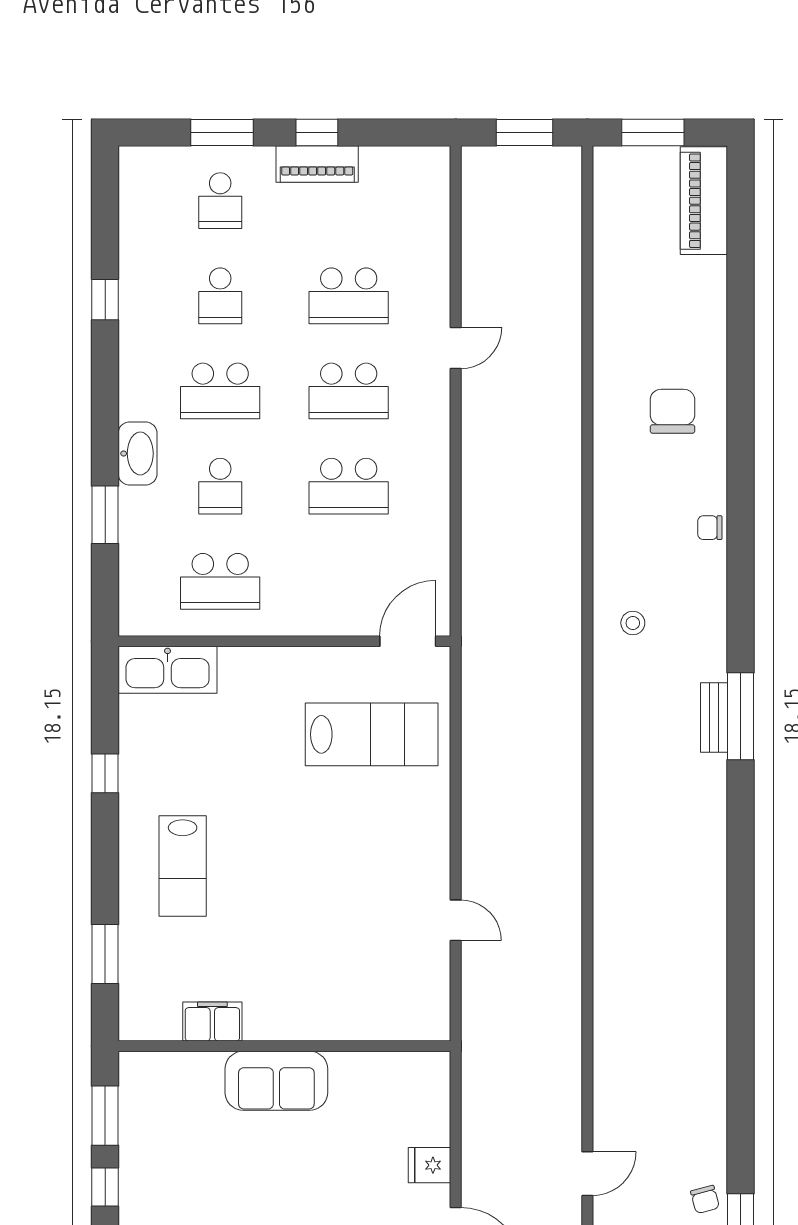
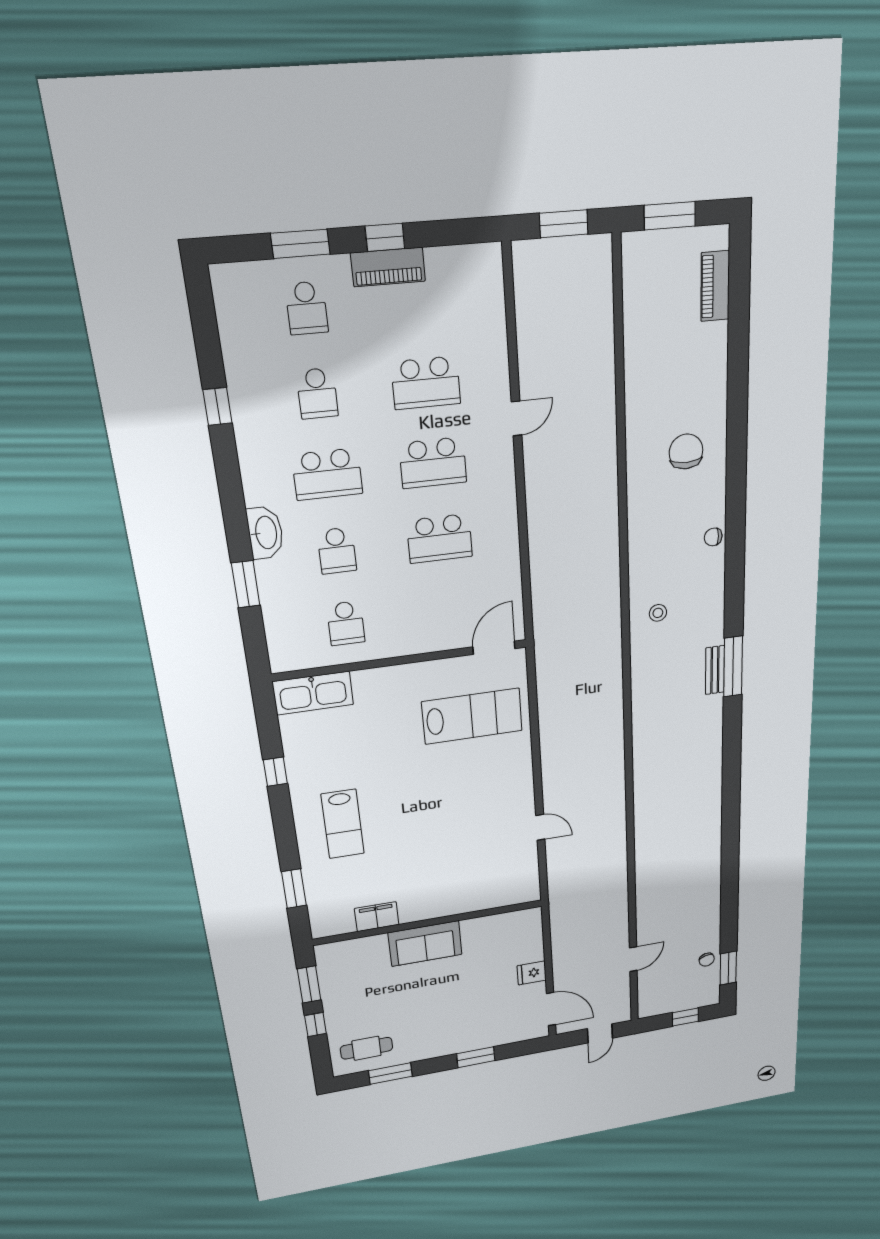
piano: (704, 201) -> (715, 286), width x0.73, depth x0.75
school desk: (220, 581) -> (346, 623), width x0.54

